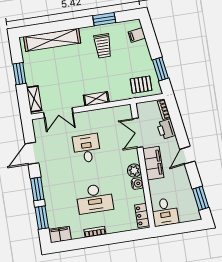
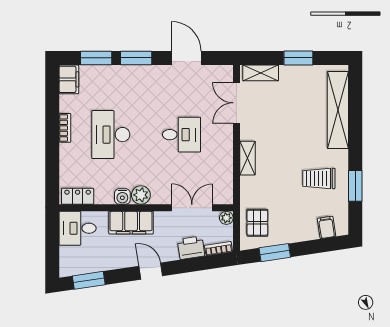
plant: (141, 107) -> (226, 218), added
filing cabinet: (153, 163) -> (131, 223), moved

